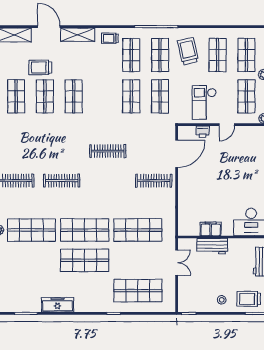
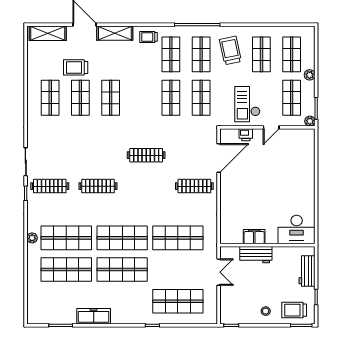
shop shelf: (31, 260) -> (66, 270), added

